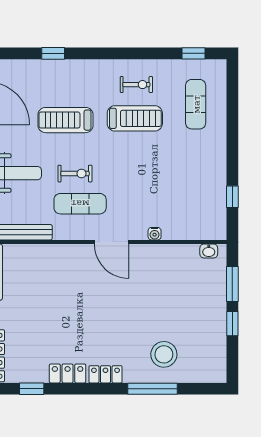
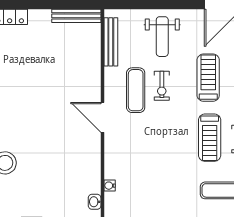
water cooler: (155, 234) -> (110, 186), moved
door: (111, 242) -> (102, 117), hinge flipped

